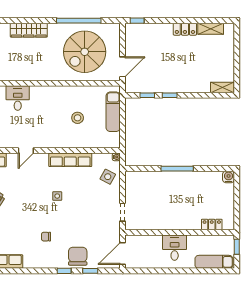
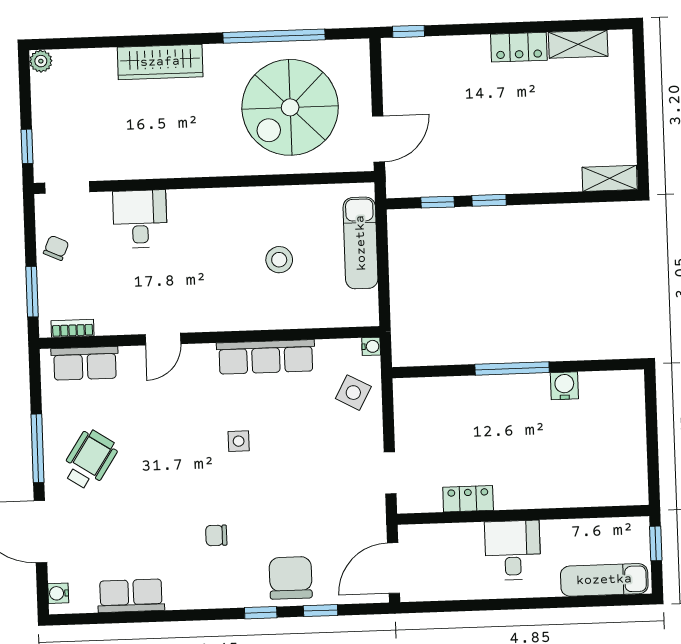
water cooler: (229, 177) -> (564, 386), moved
locker: (212, 225) -> (468, 499), moved

